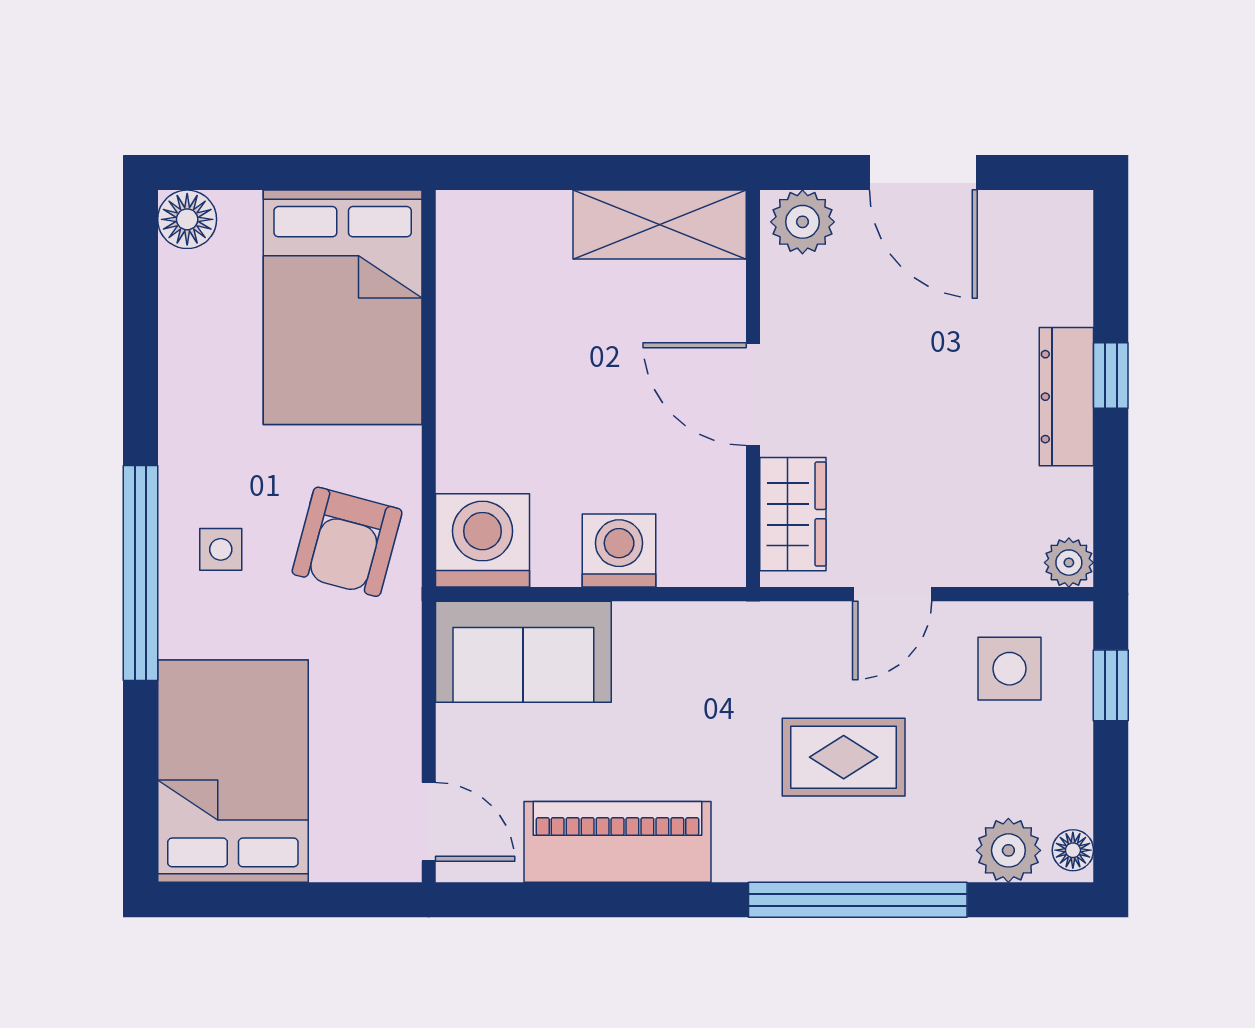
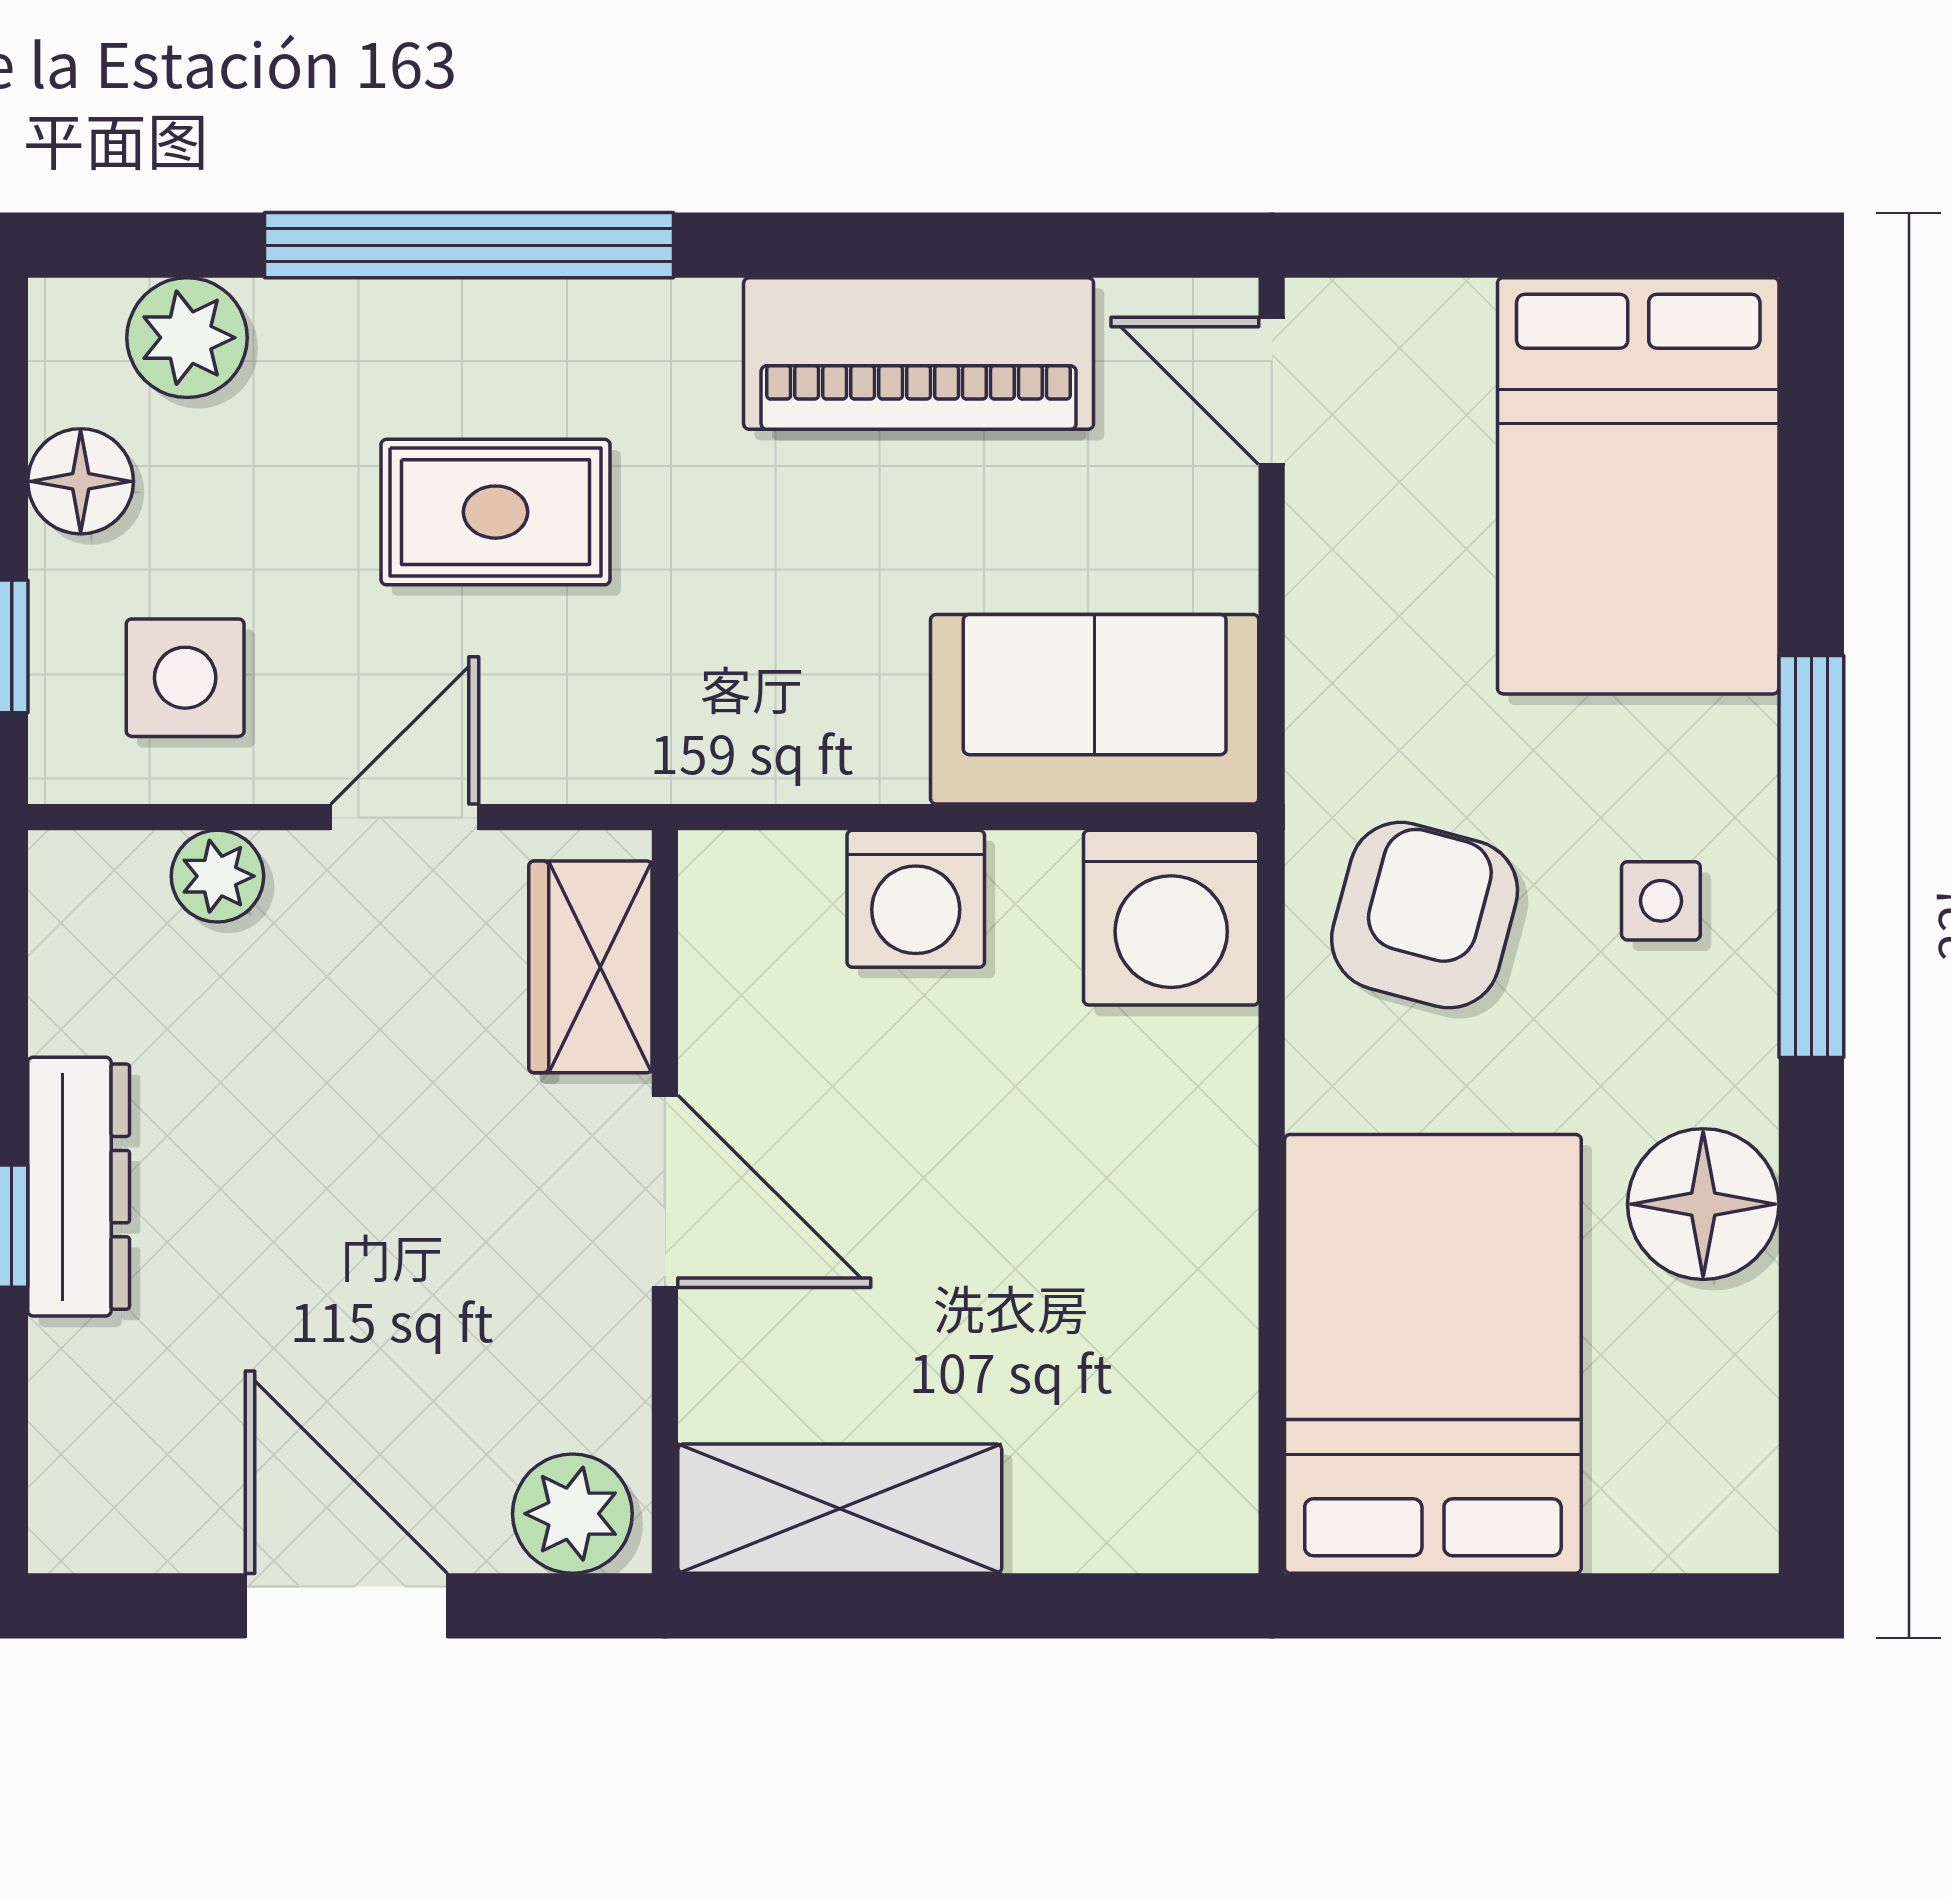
floor lamp: (187, 219) -> (1703, 1204), moved, width x1.38, depth x1.38
plant: (1069, 563) -> (217, 876), moved
floor lamp: (1073, 850) -> (81, 481), moved, width x1.37, depth x1.37

